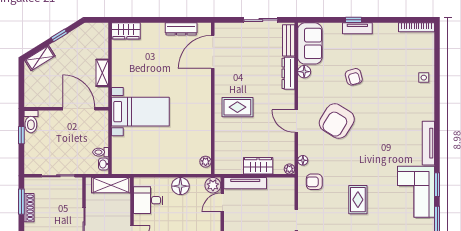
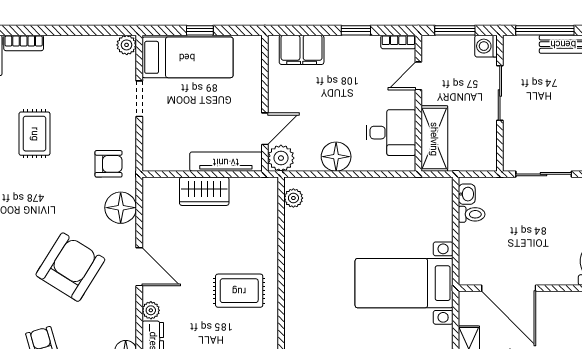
floor lamp: (303, 160) -> (121, 208), width x1.89, depth x1.89
plant: (289, 169) -> (151, 310), moved
shelving: (111, 185) -> (434, 139), moved, turned 90

